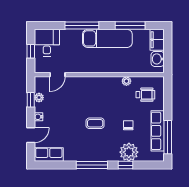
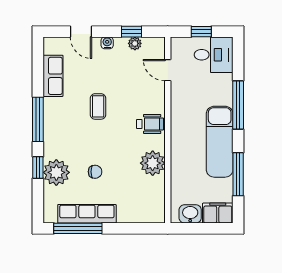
plant: (126, 81) -> (153, 163), width x1.87, depth x1.87
wheelchair: (145, 95) -> (150, 124), moved, turned -90
coffee table: (95, 123) -> (98, 106), moved
row of seats: (49, 155) -> (53, 76), moved

